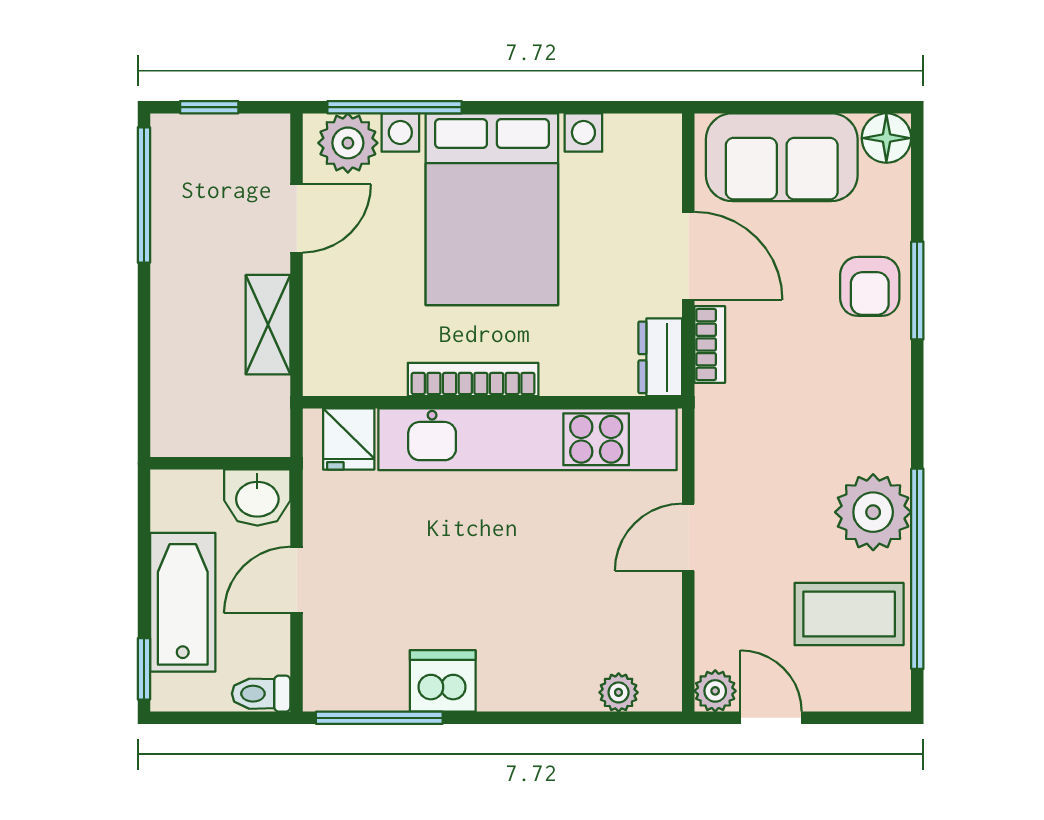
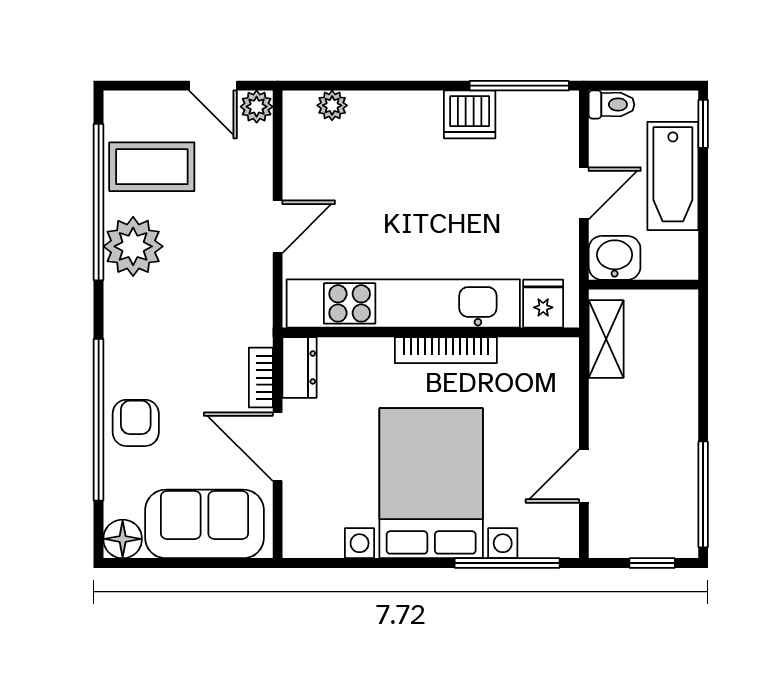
plant: (348, 143) -> (544, 535), removed
window: (917, 290) -> (99, 420), width x2.11
shelving: (268, 325) -> (606, 339), moved

